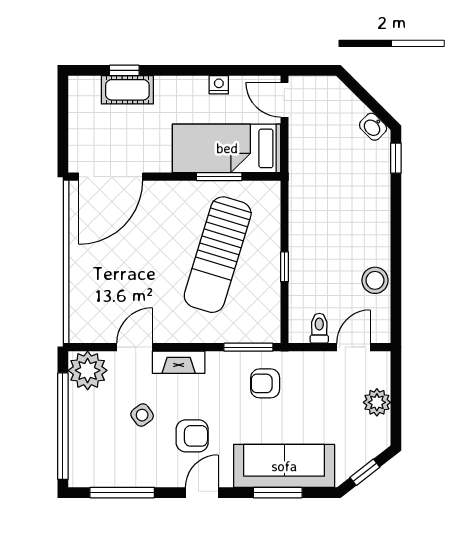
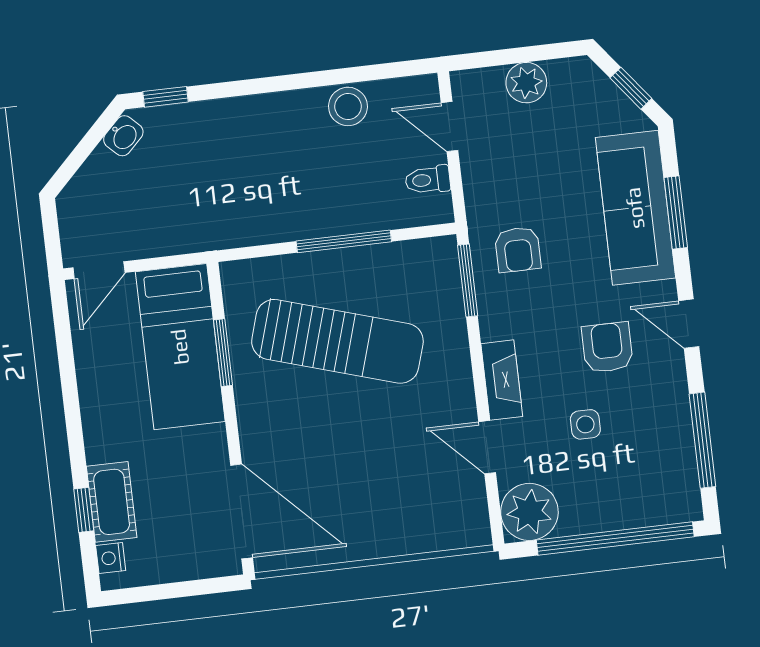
nightstand: (219, 85) -> (111, 558), moved
window: (284, 267) -> (344, 241), width x2.17
side table: (142, 415) -> (585, 424), turned 36

